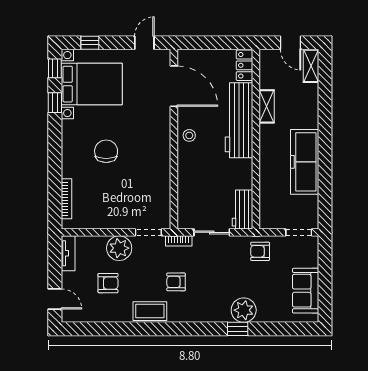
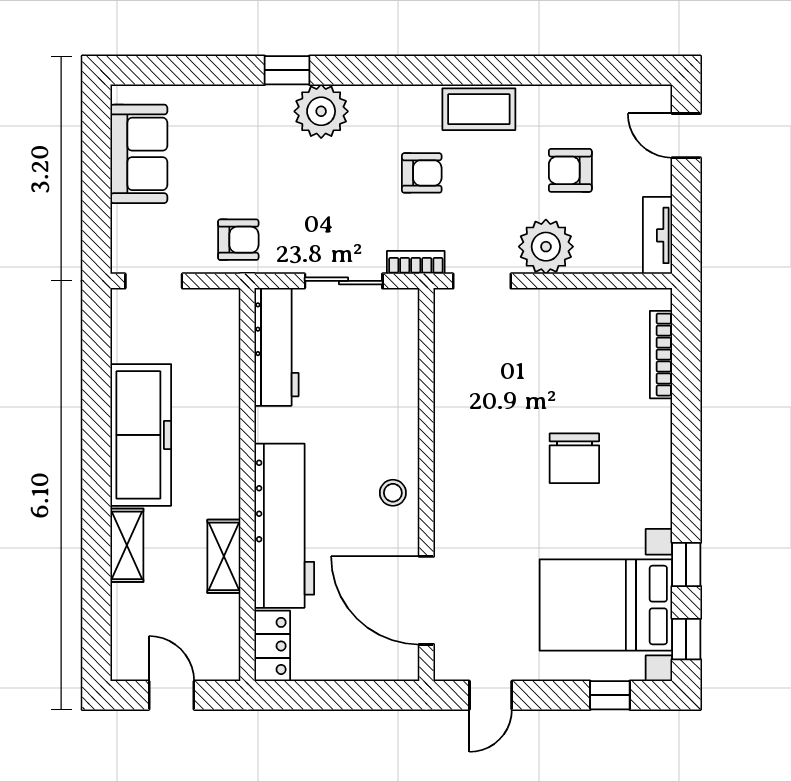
shelving: (311, 66) -> (127, 545), moved
workbench: (243, 210) -> (276, 347), width x1.38
plant: (244, 310) -> (321, 111), moved

